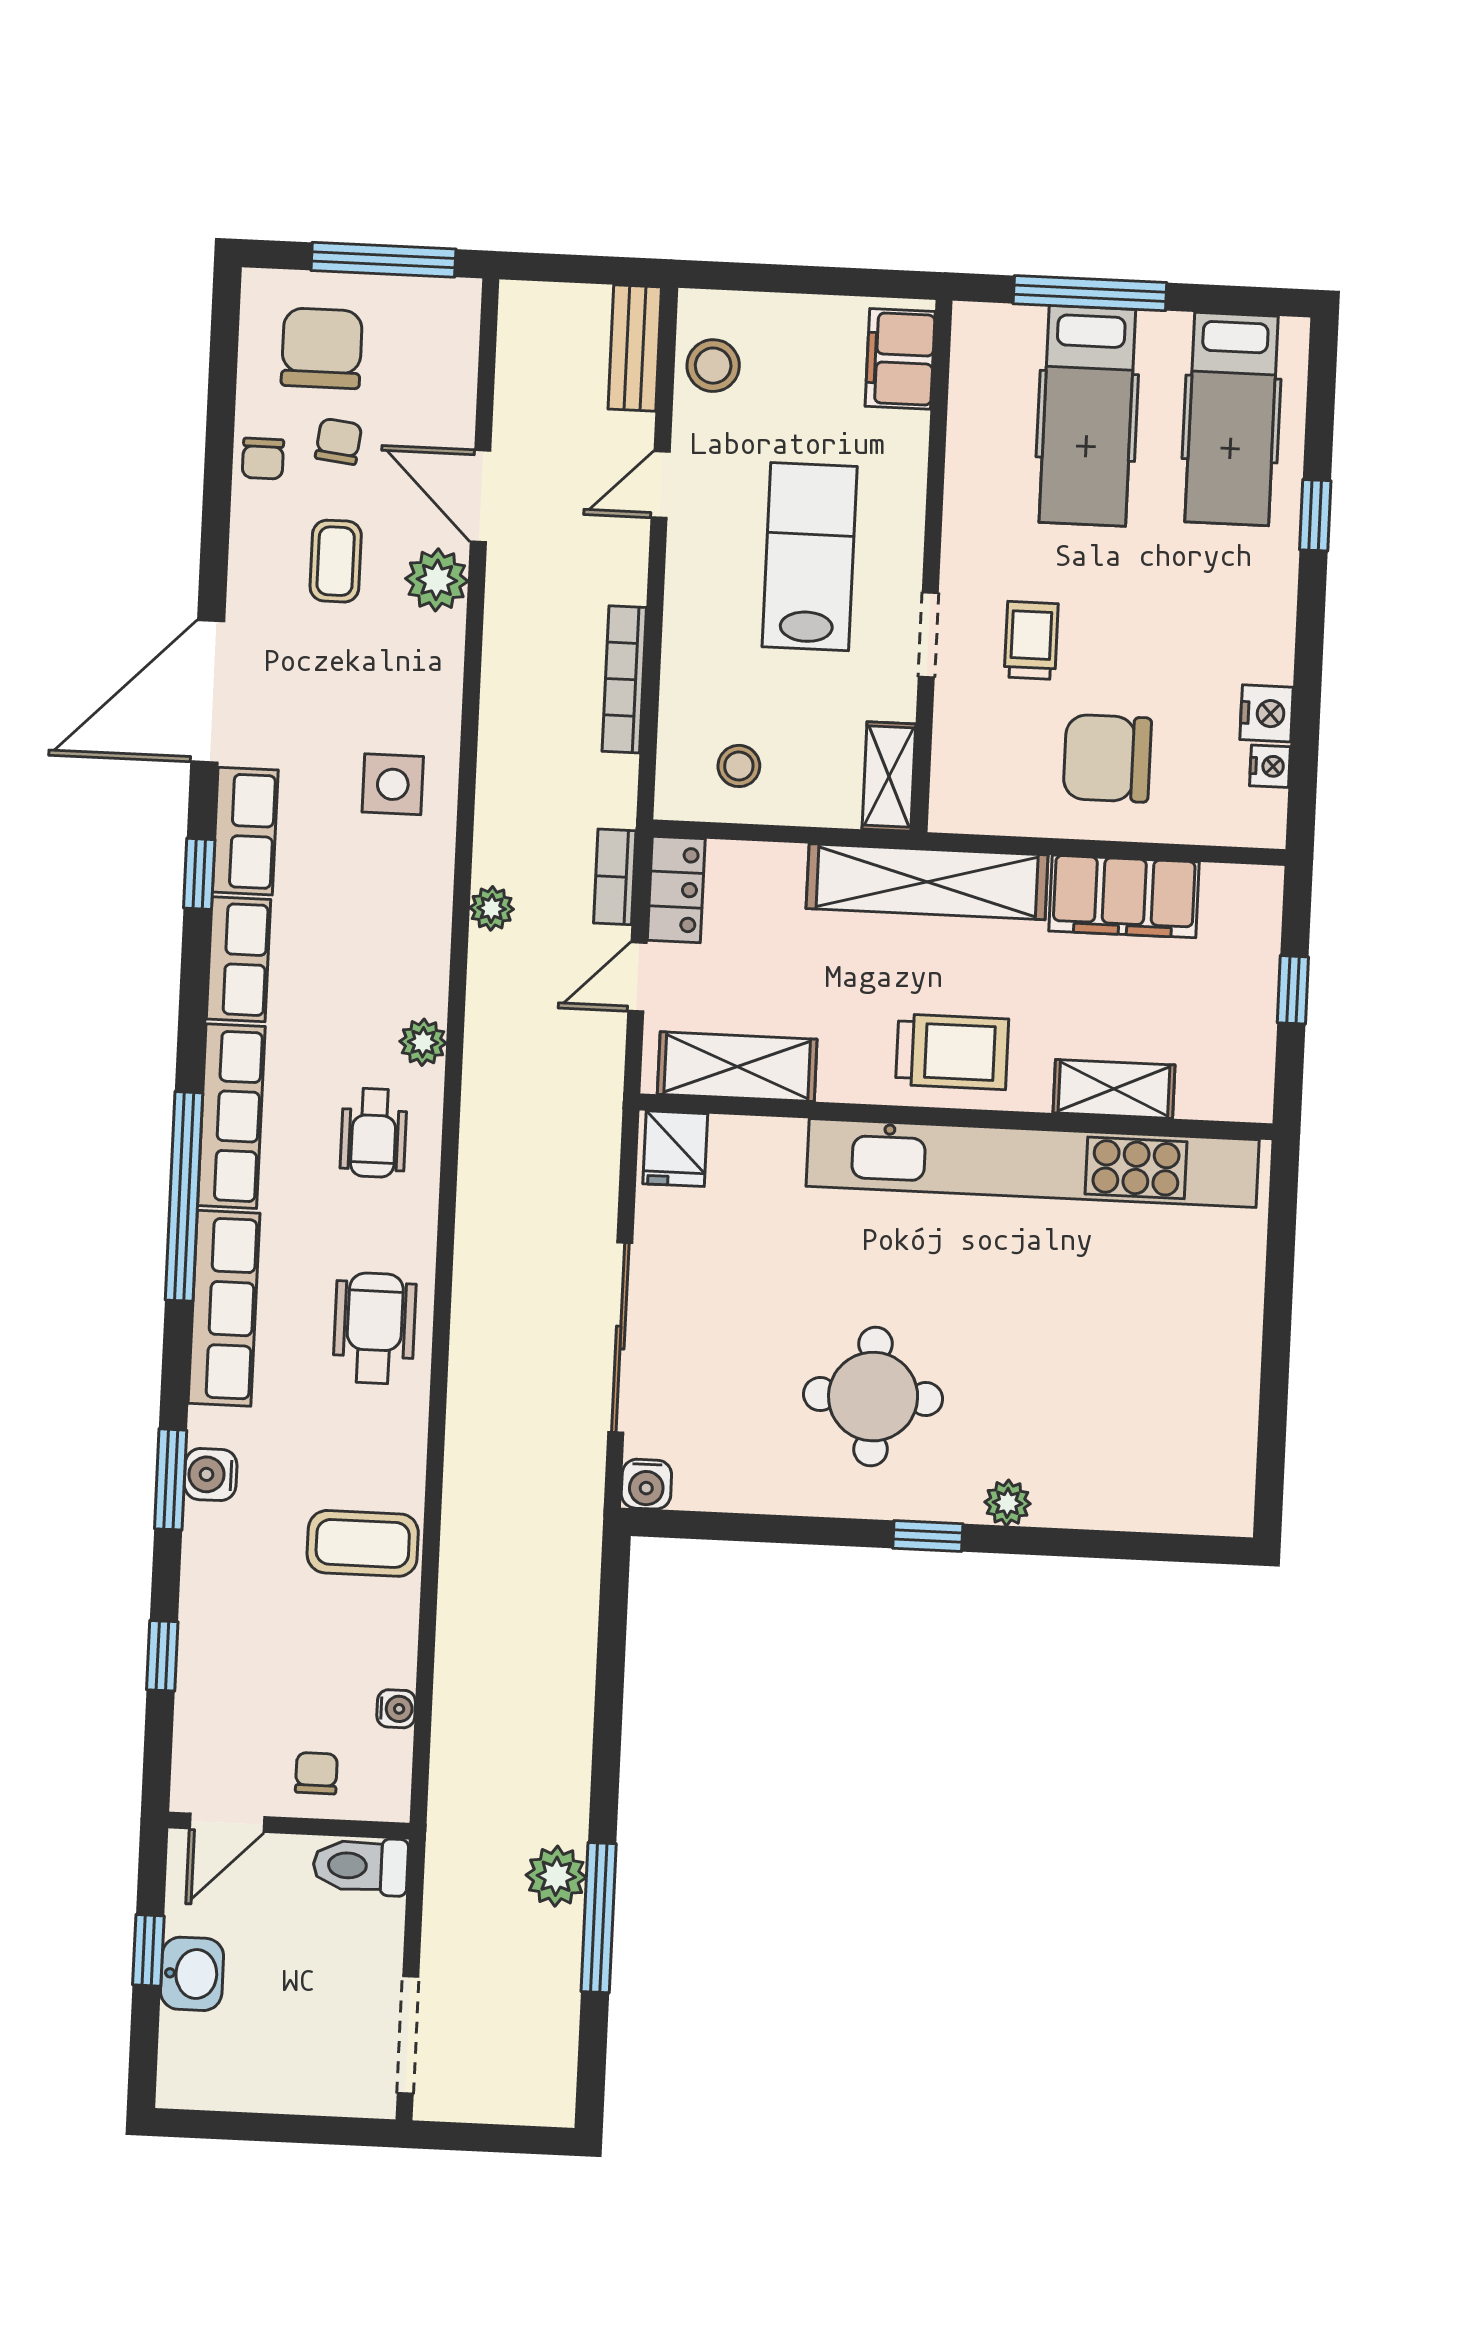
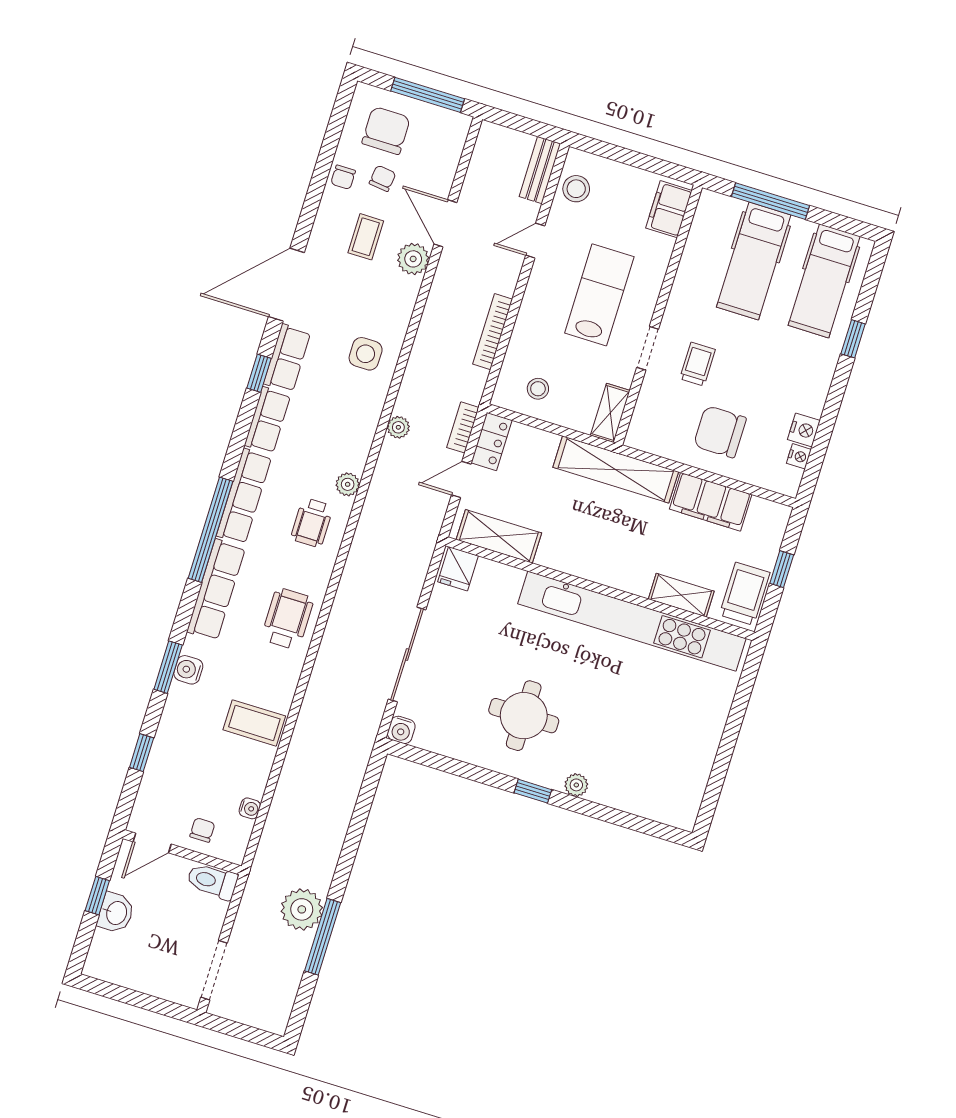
trolley: (952, 1052) -> (745, 594), moved, turned -90
plant: (556, 1876) -> (302, 909), width x1.36, depth x1.36

